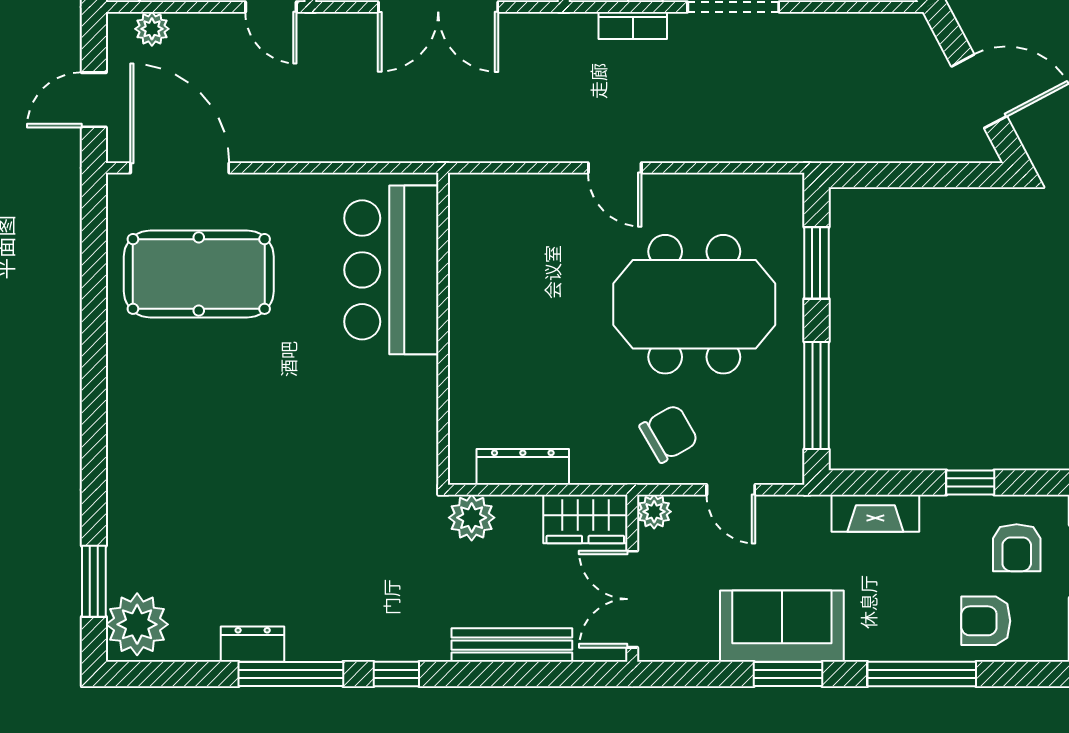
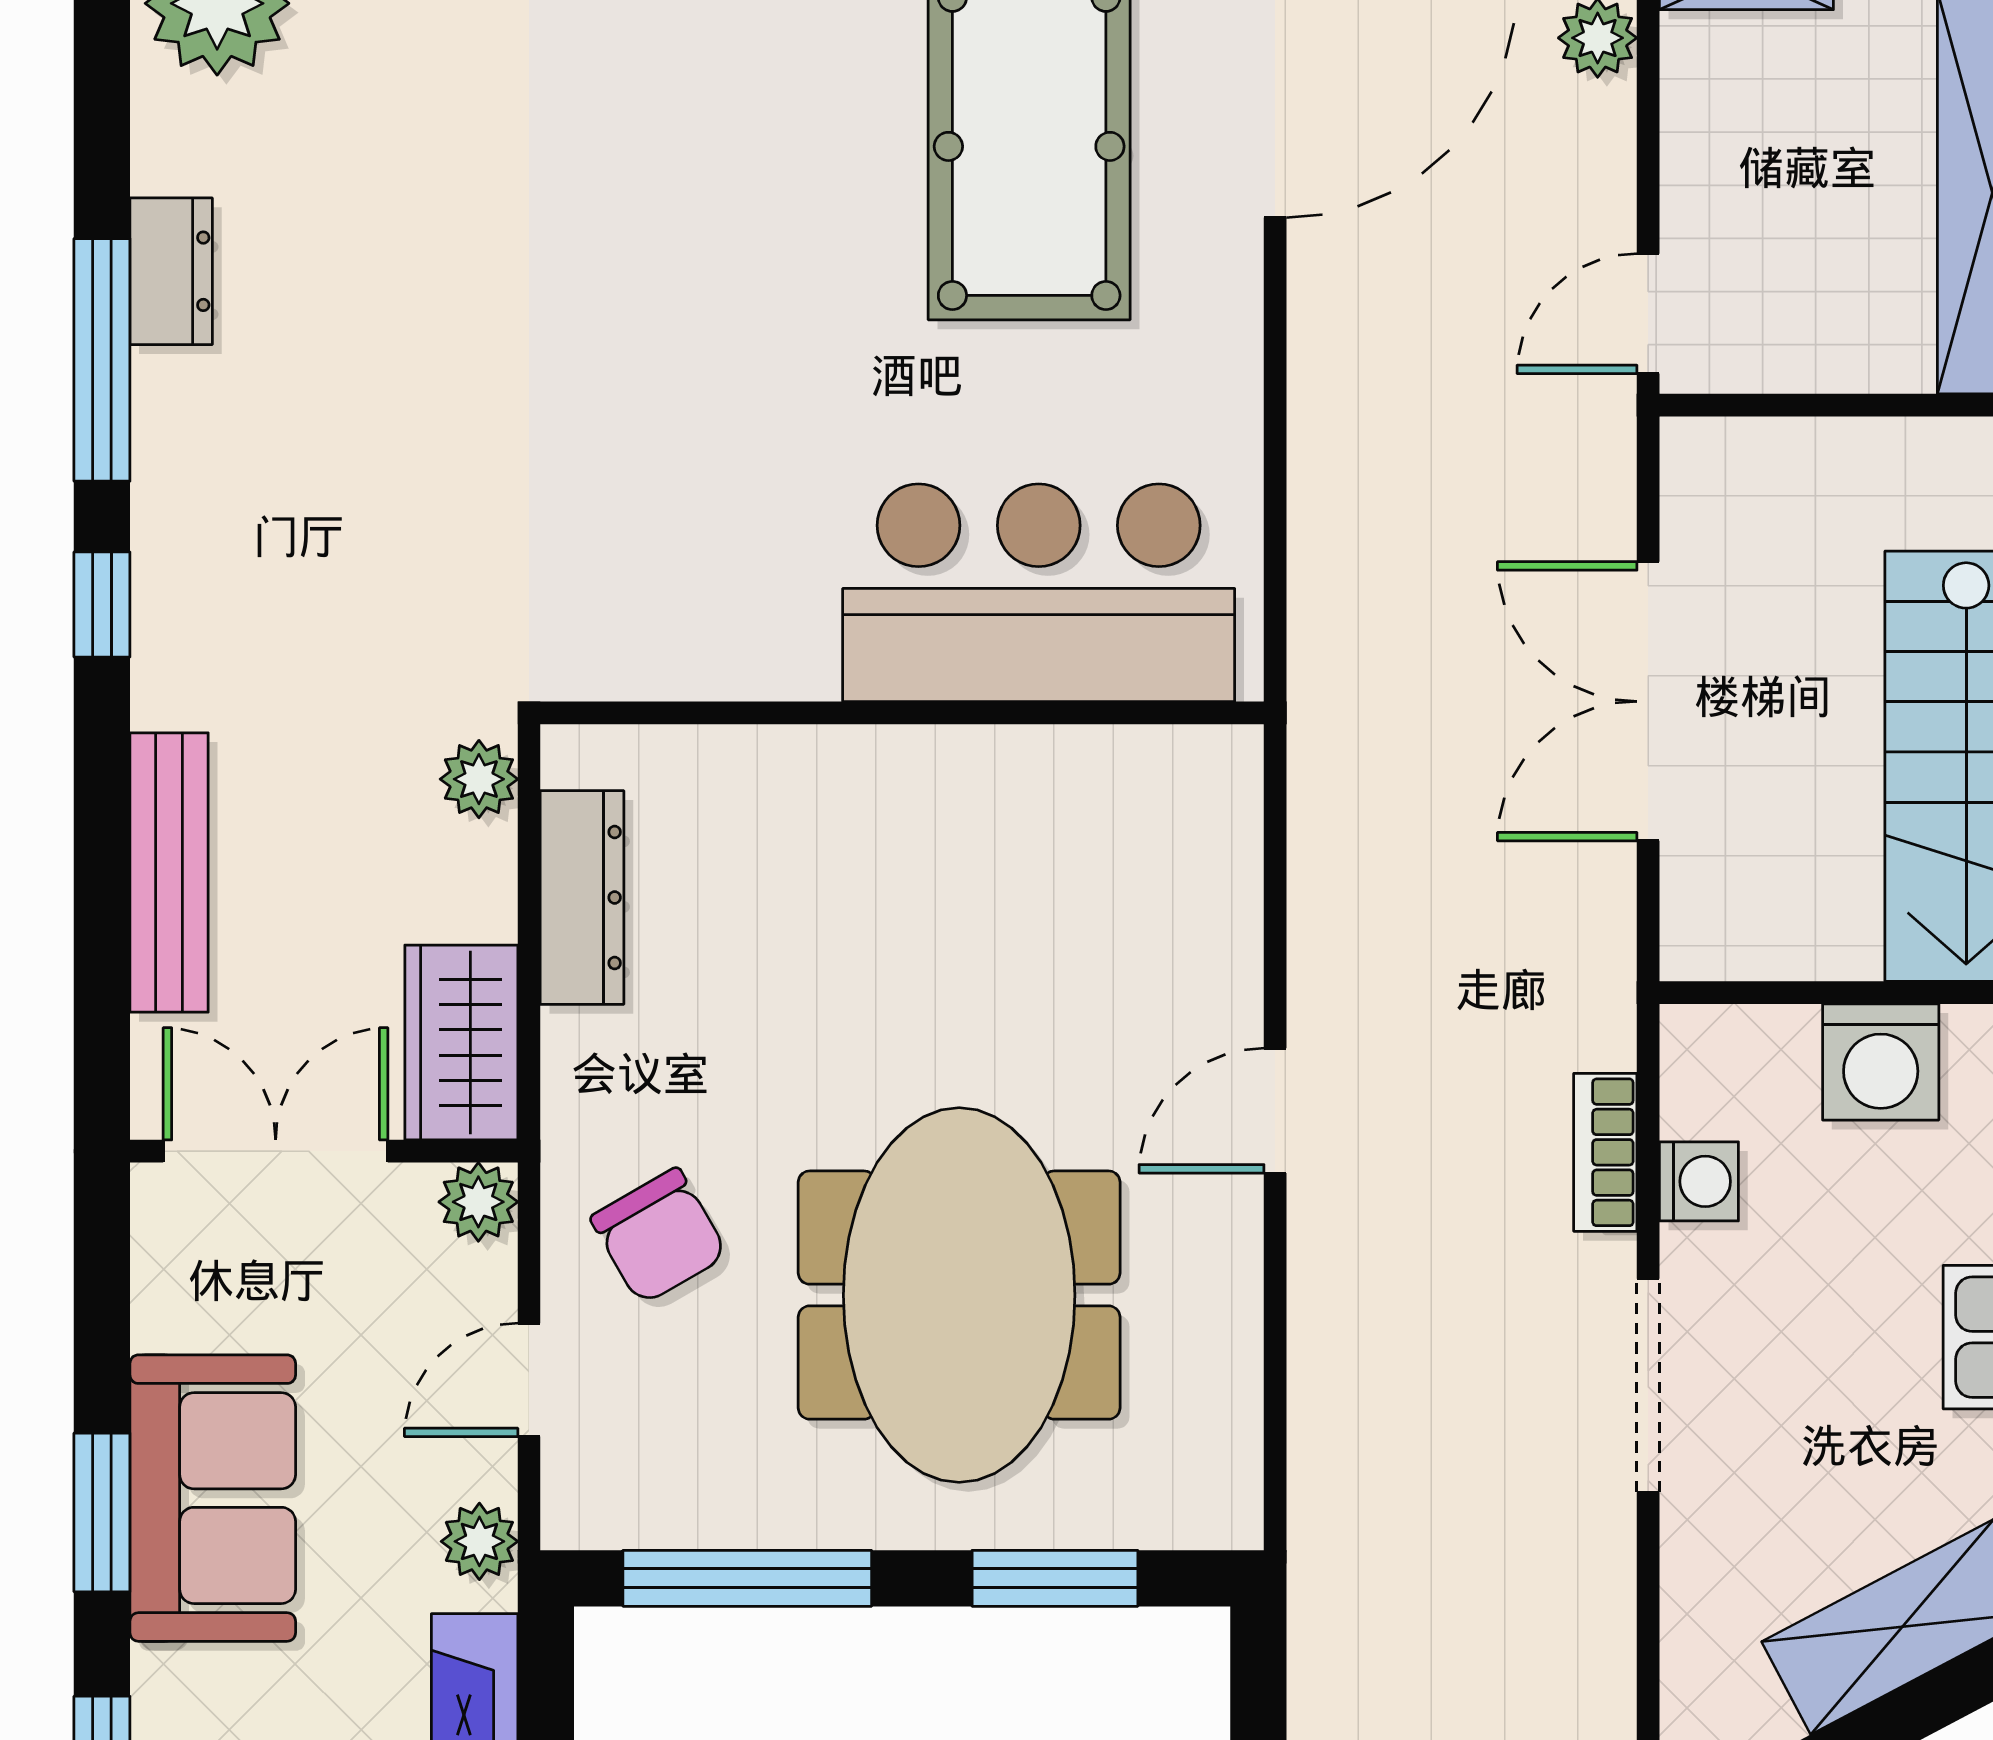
plant: (801, 511) -> (479, 1541), added
plant: (472, 518) -> (479, 779), width x0.73, depth x0.73

